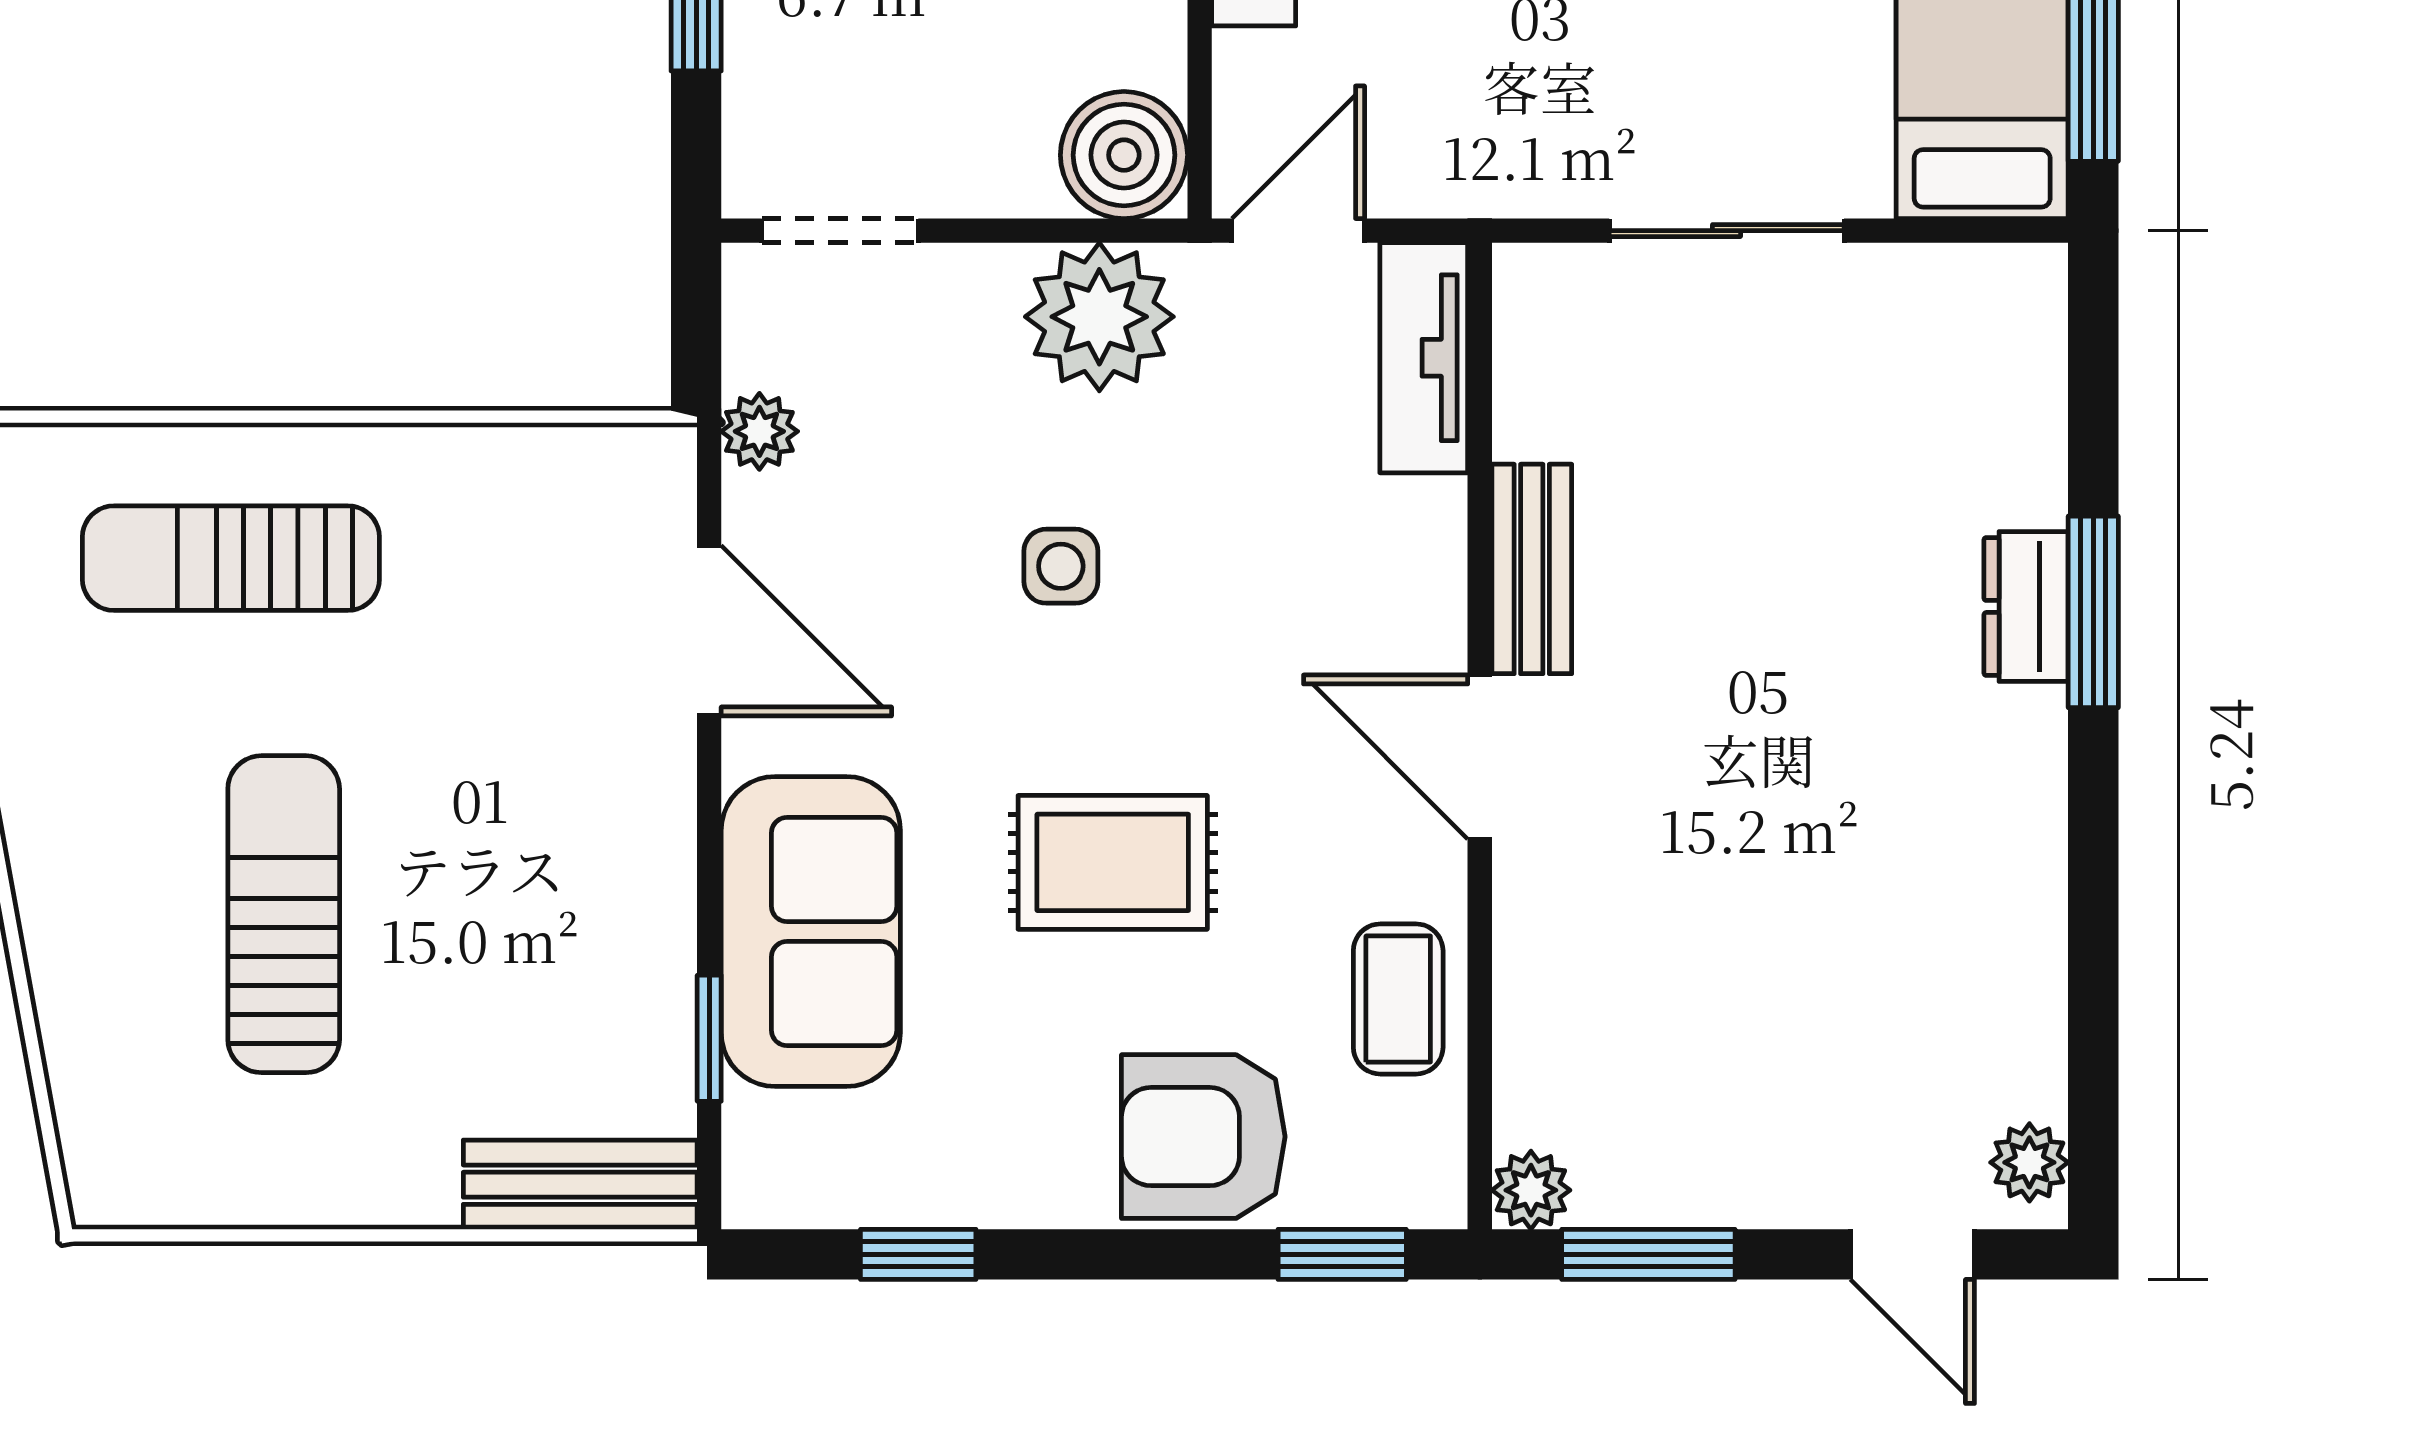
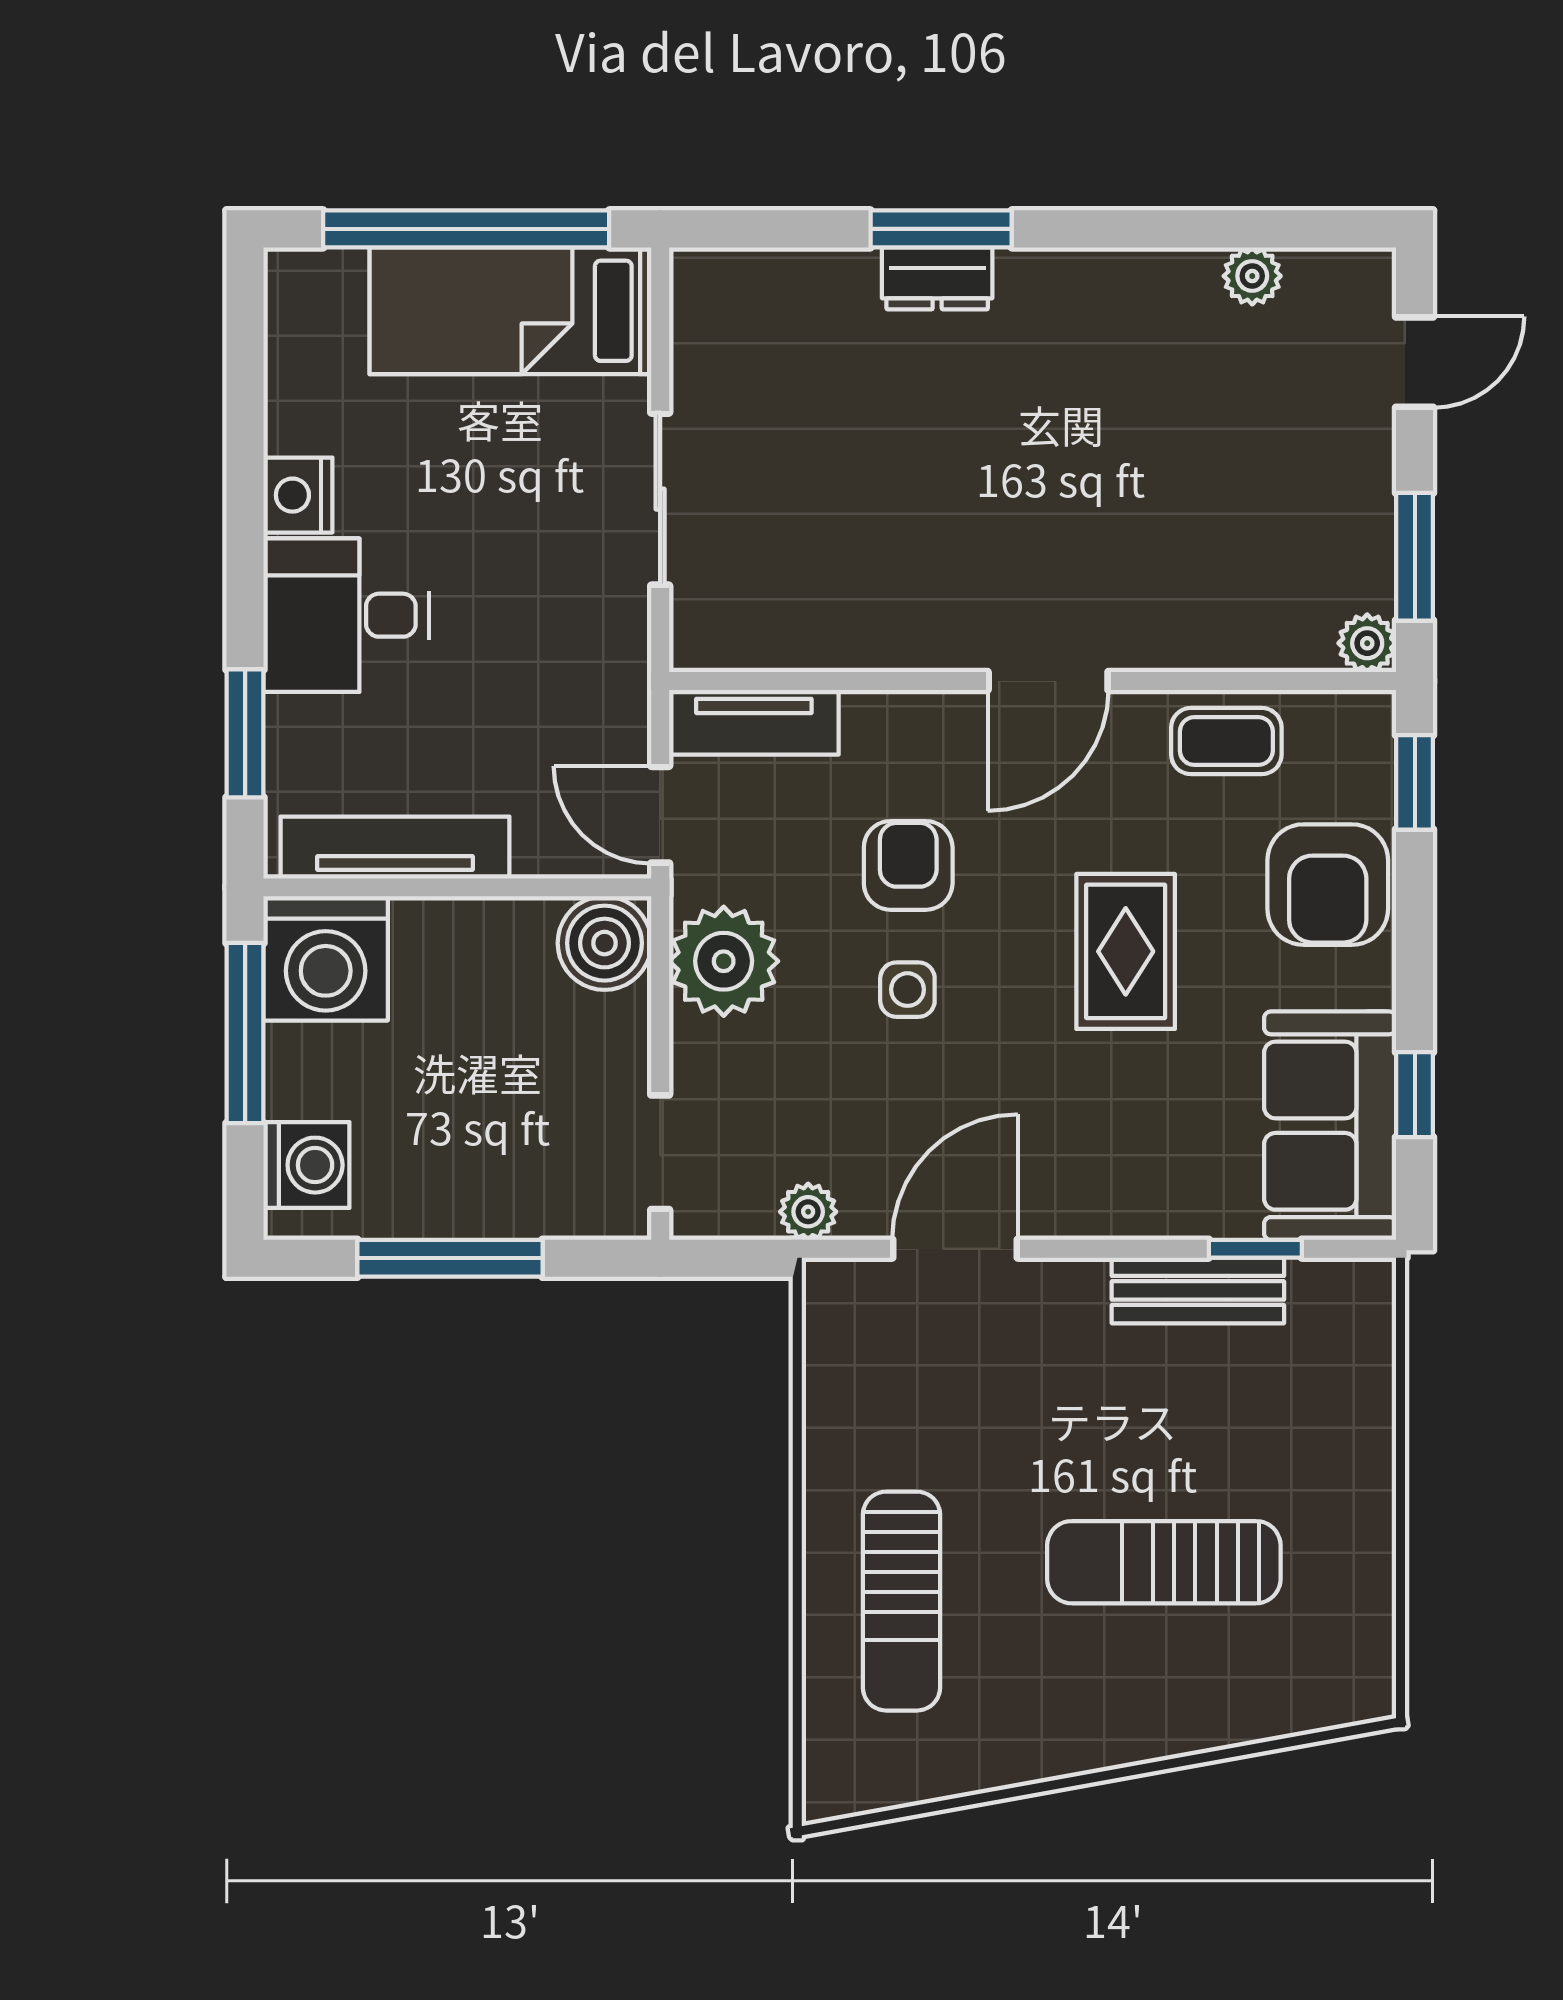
armchair: (1229, 567) -> (908, 865), added
bench: (1532, 569) -> (910, 643), removed
sofa: (811, 932) -> (1330, 1126), moved, turned -90
plant: (2029, 1162) -> (1252, 276), moved
bench: (580, 1185) -> (1198, 1290), moved, turned 90

